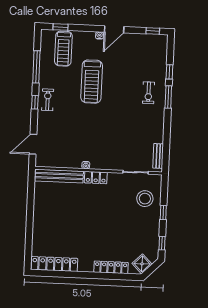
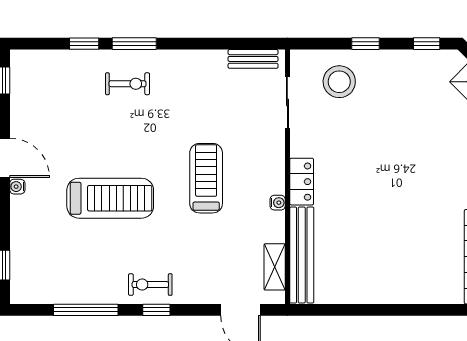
treadmill: (63, 49) -> (206, 178), moved, turned -90
shelving: (54, 162) -> (275, 267), added

